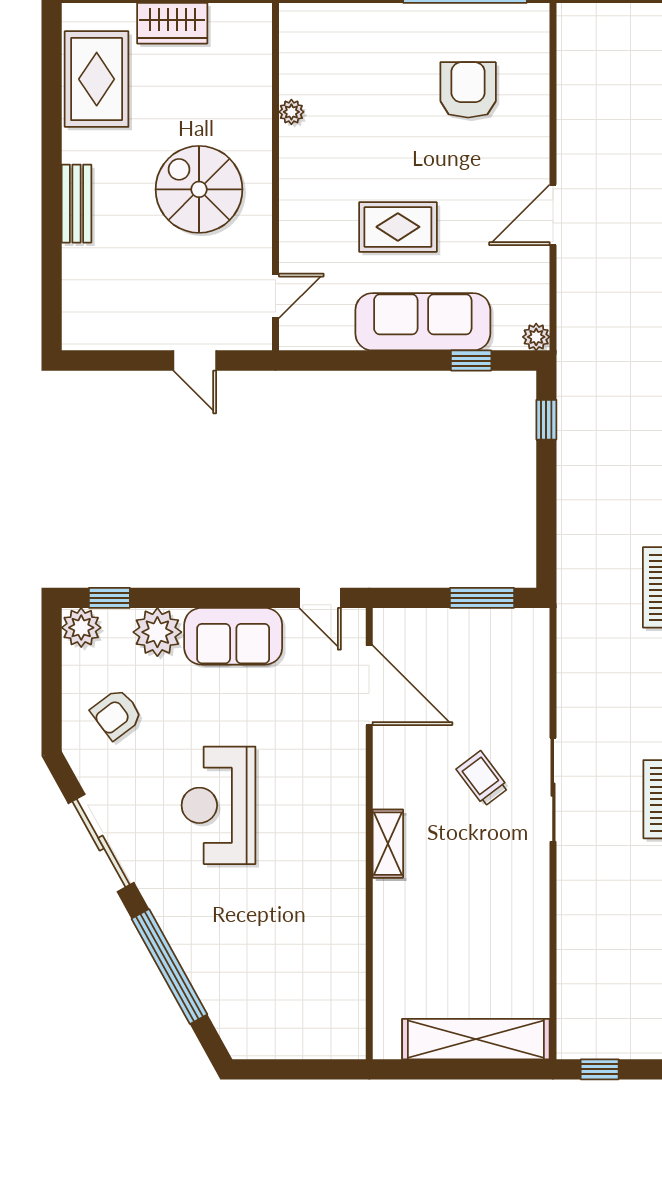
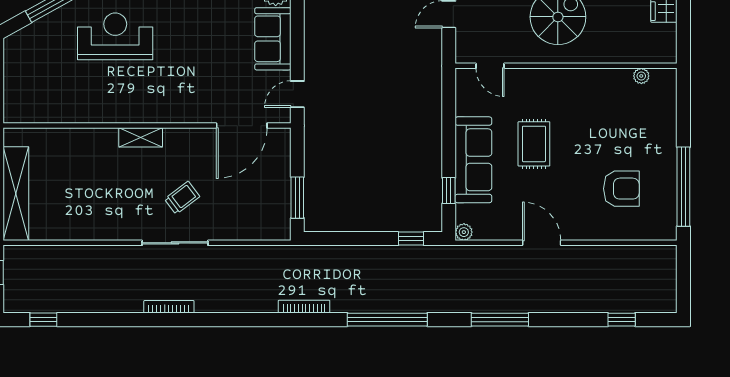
plant: (291, 112) -> (641, 76), moved
reception desk: (218, 805) -> (115, 36), moved

